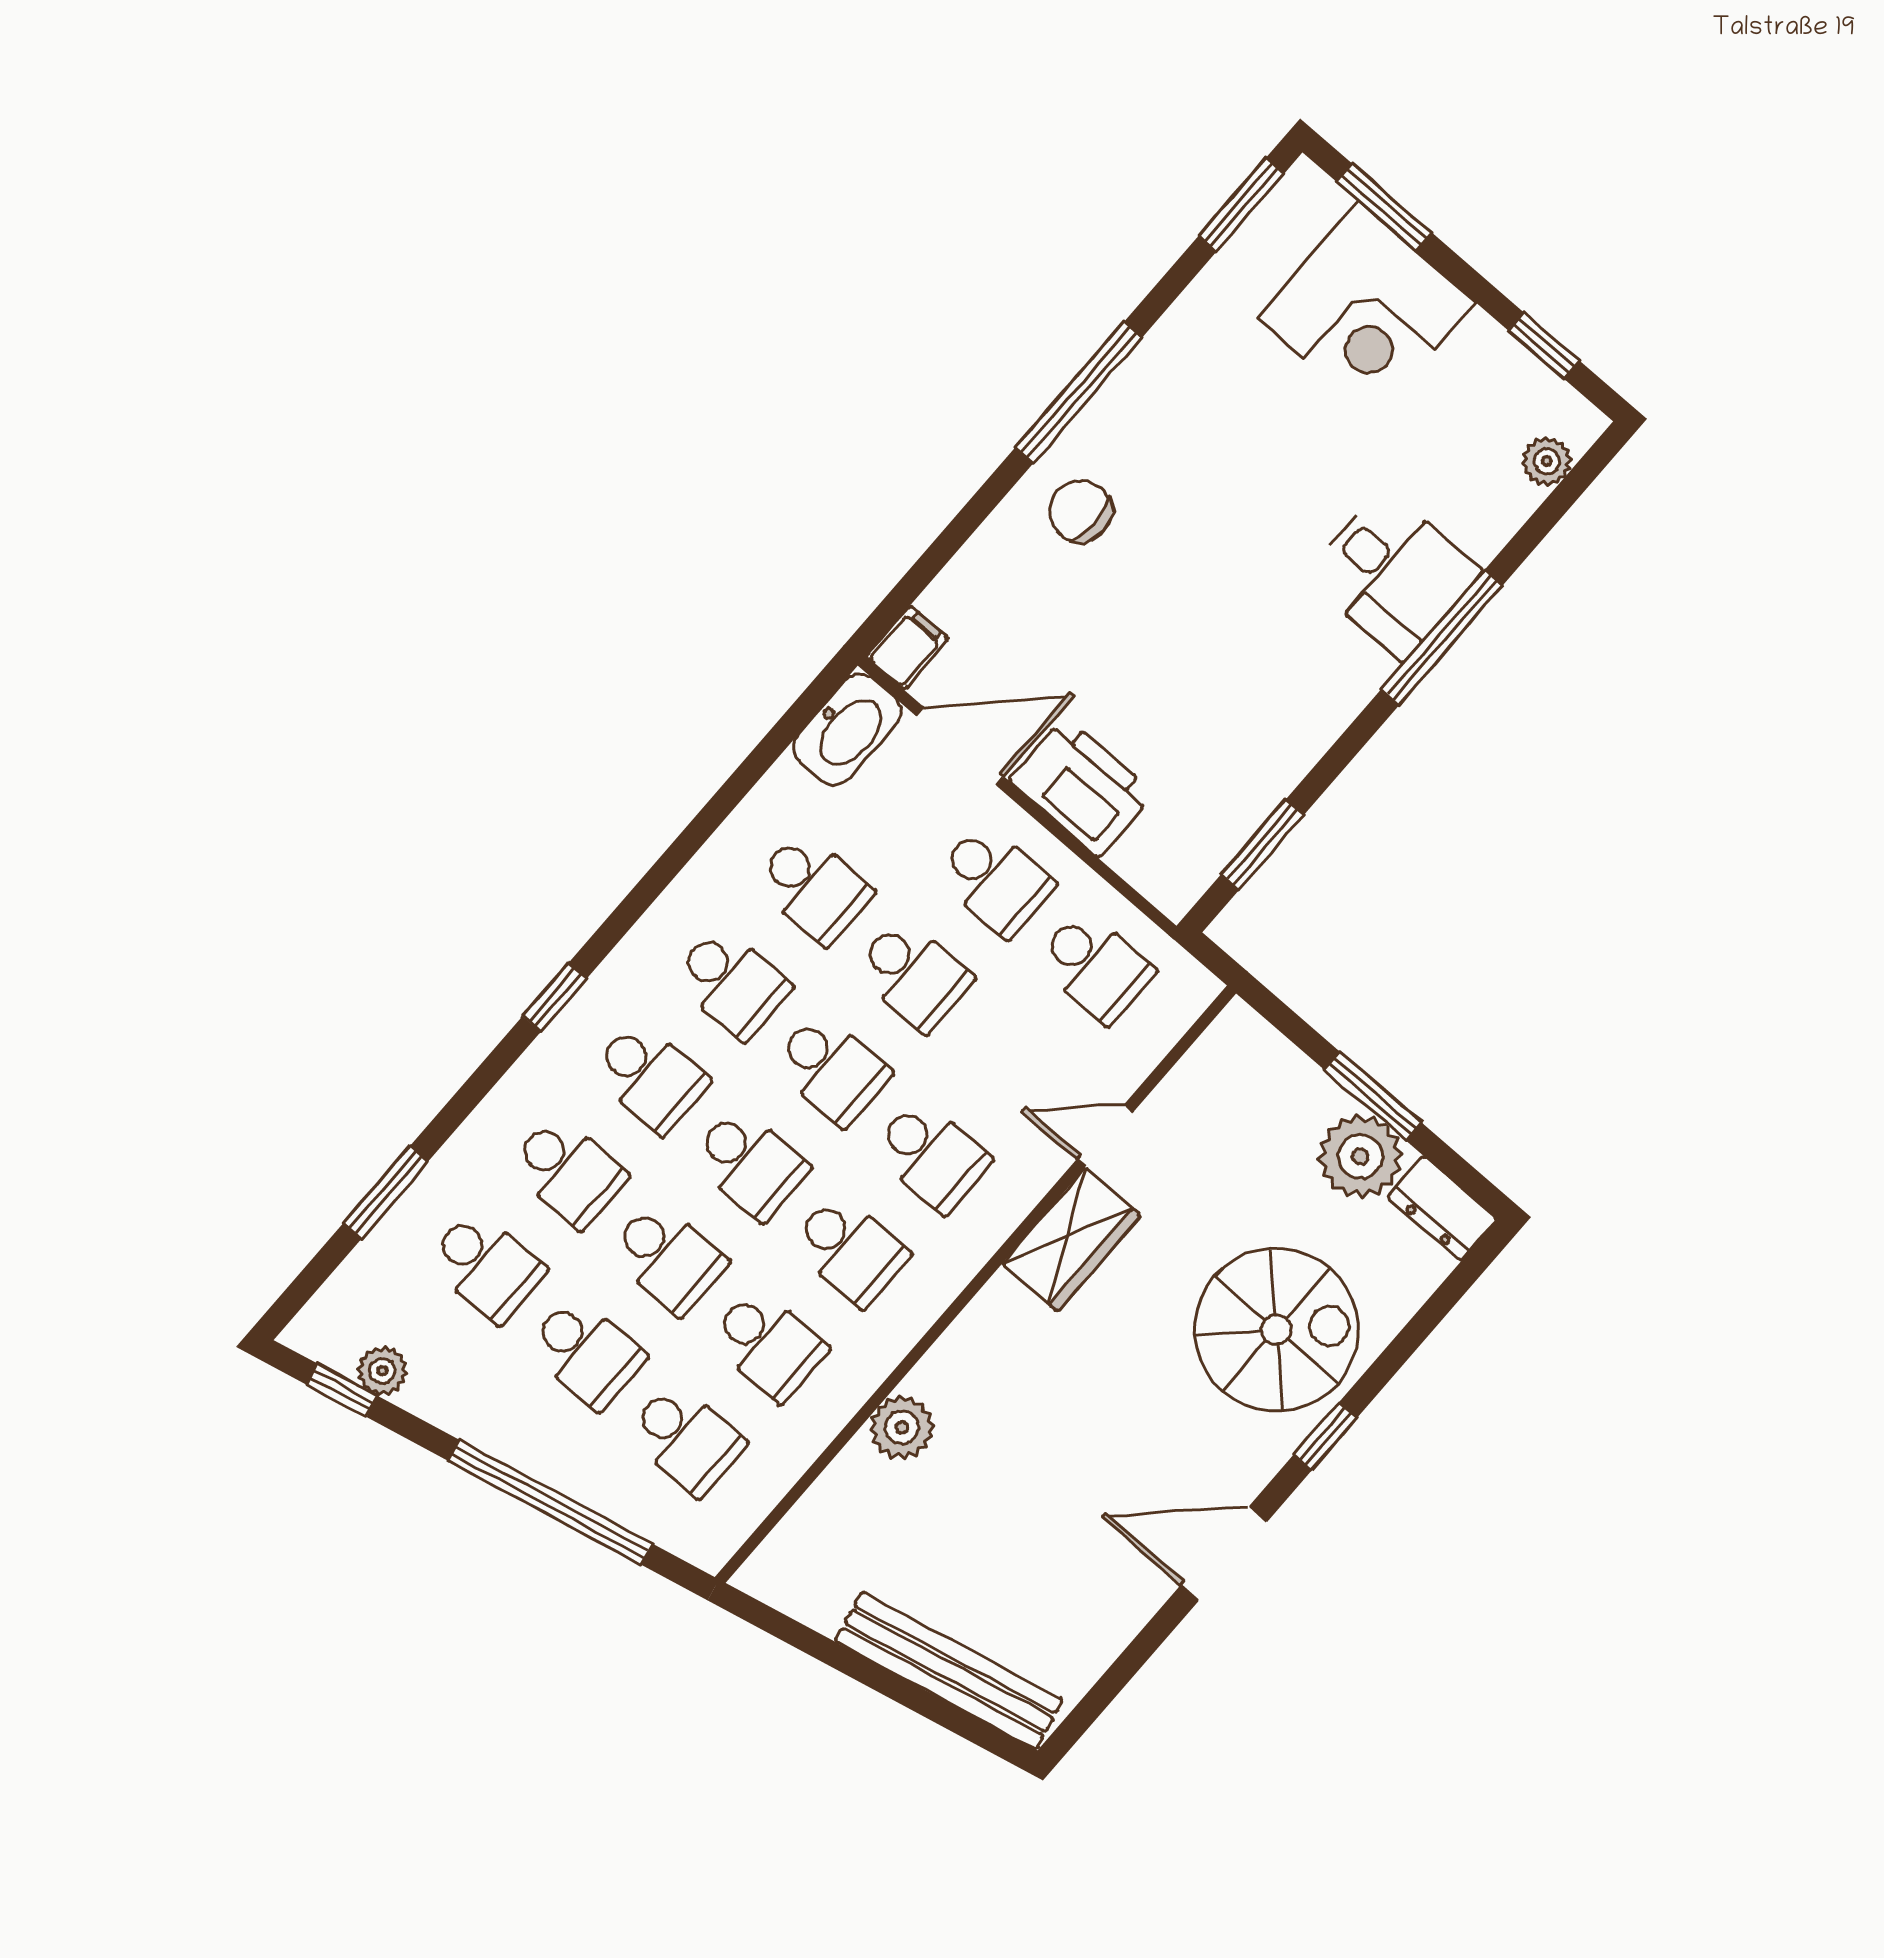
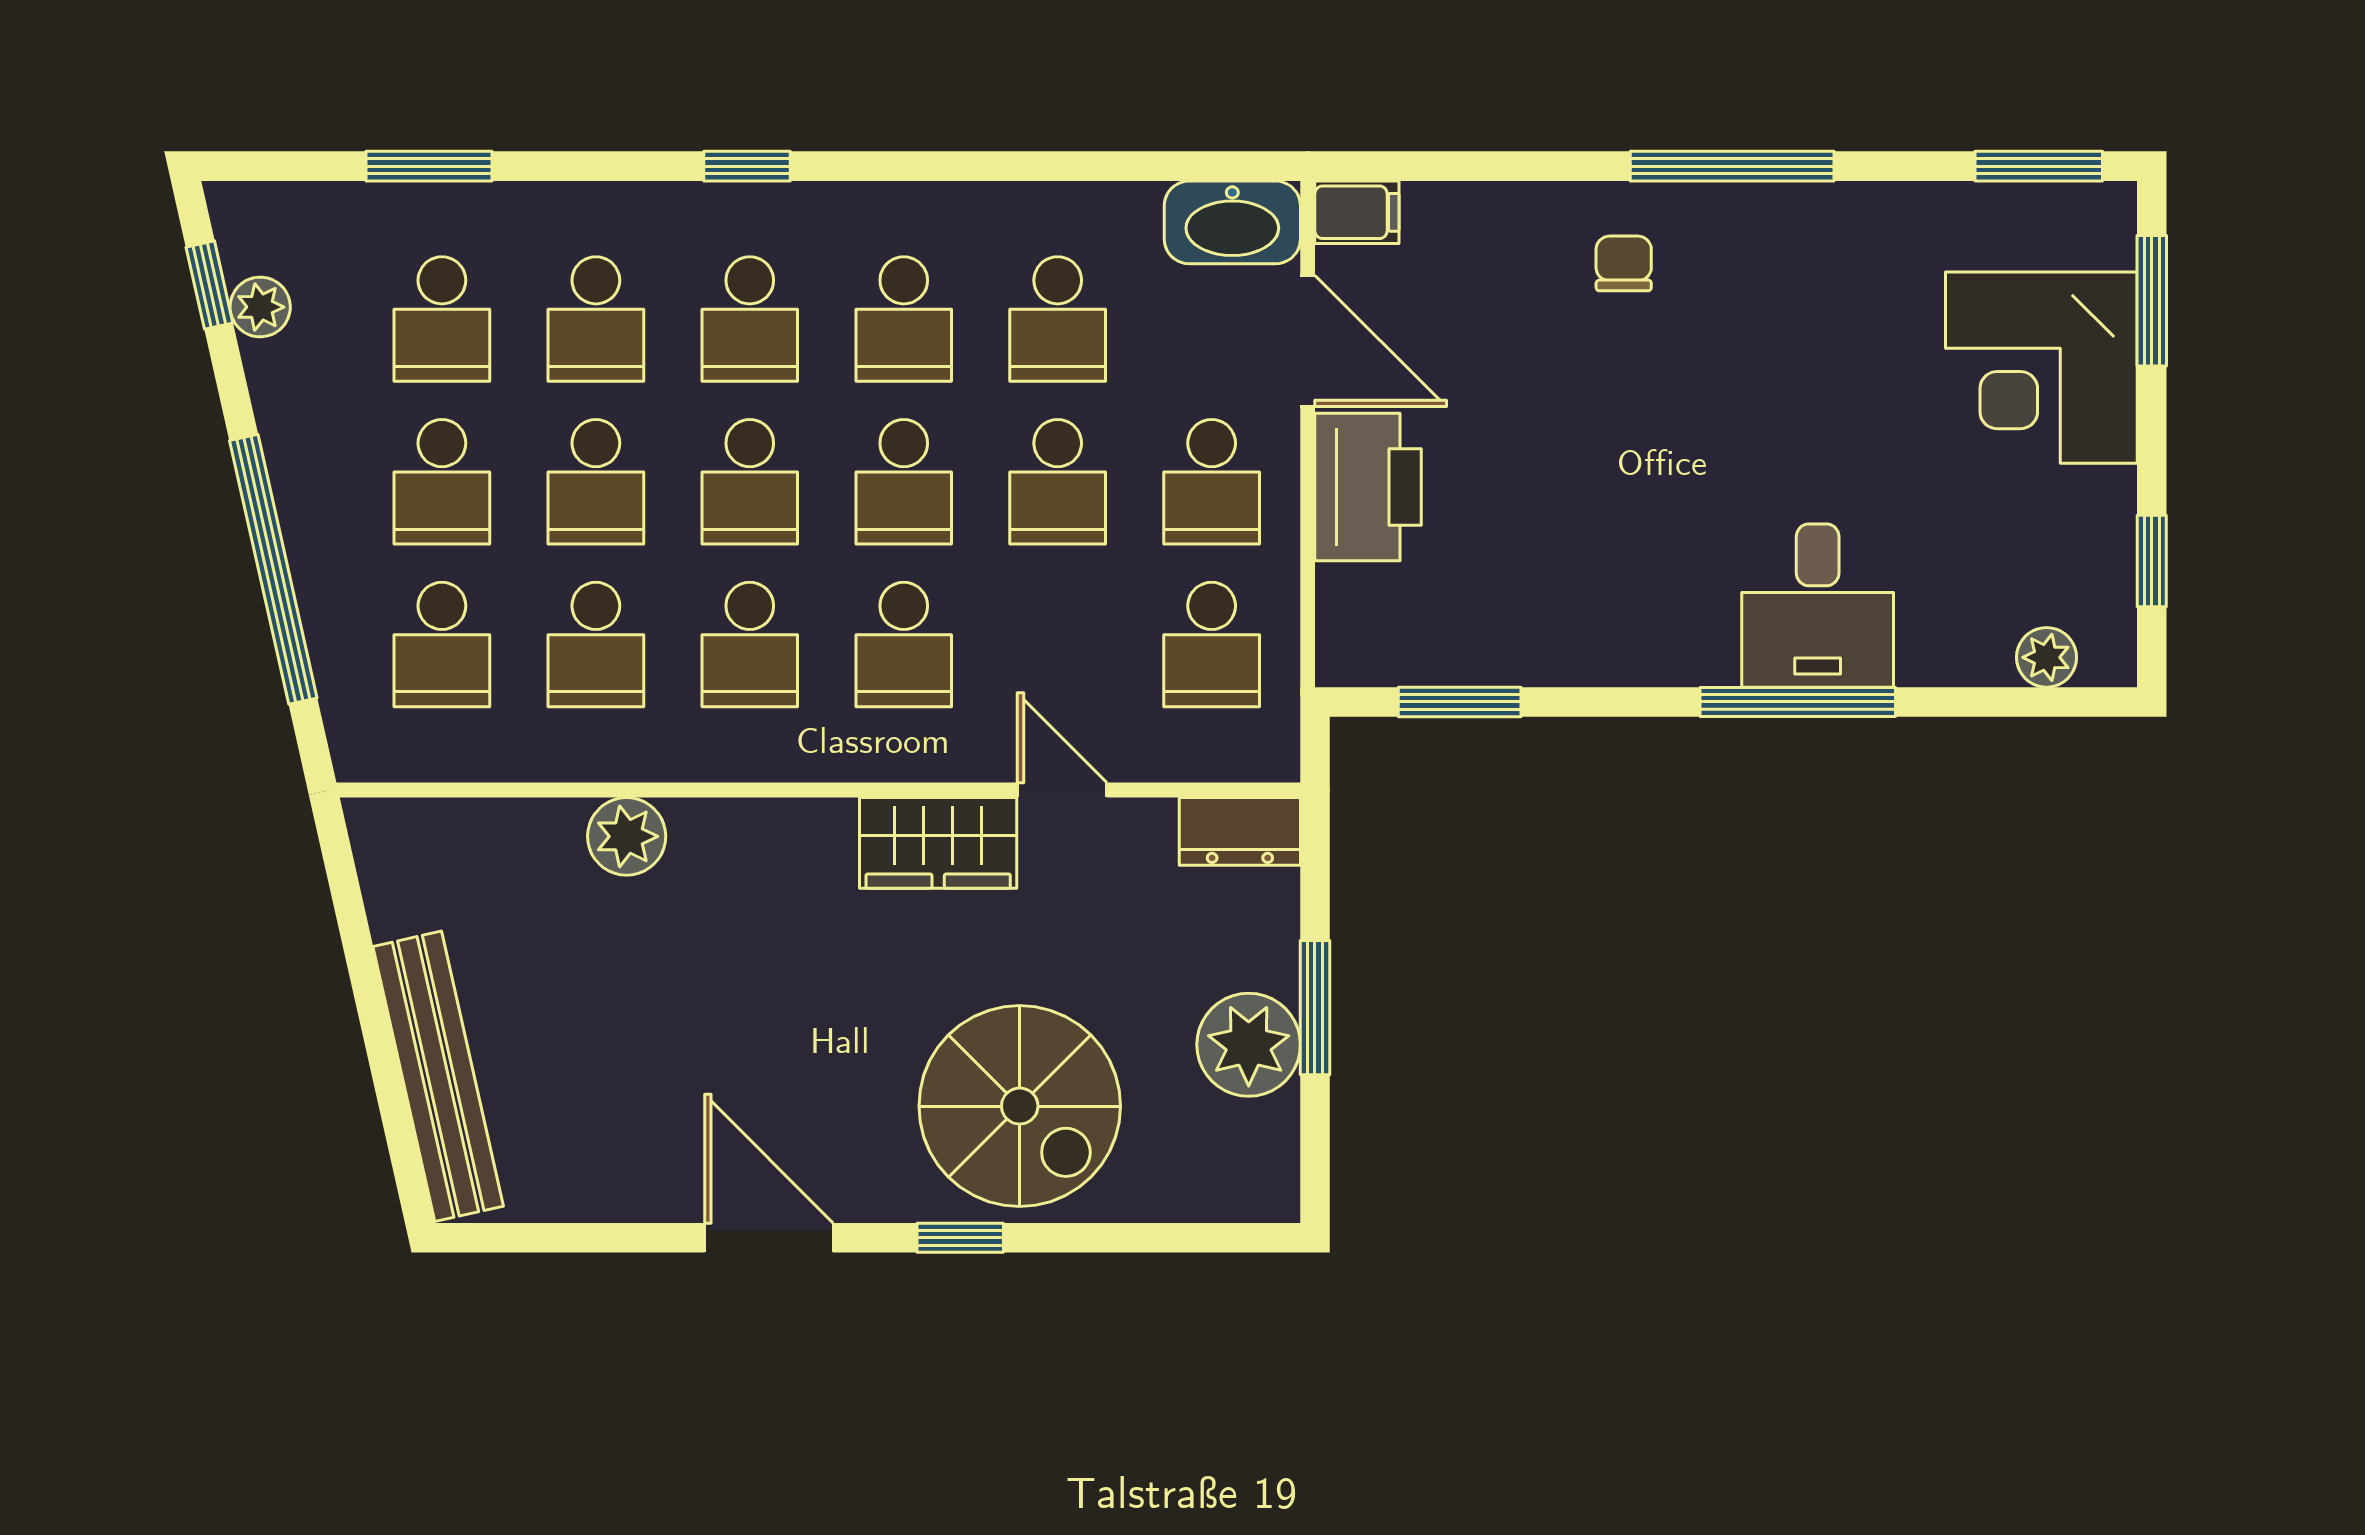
chair: (1080, 511) -> (1624, 263), width x0.73, depth x0.73
dresser: (1442, 1208) -> (1240, 831), moved, turned -90

